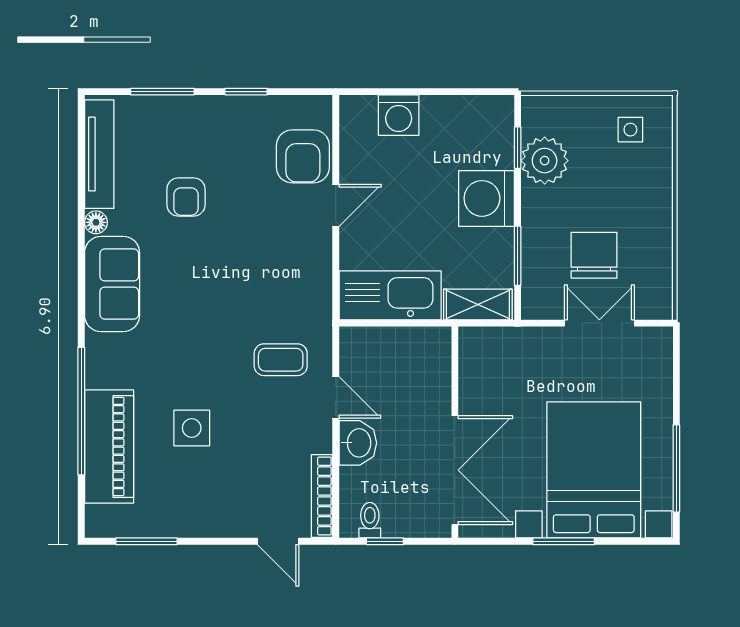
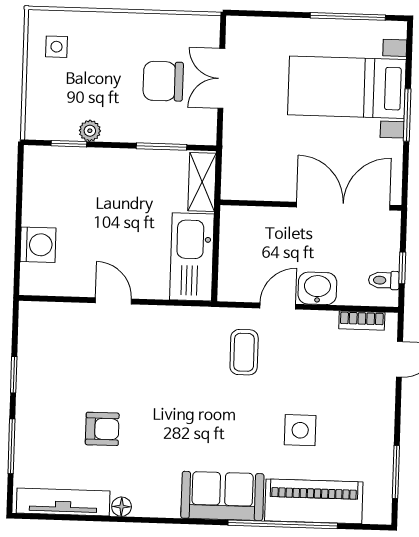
armchair: (303, 156) -> (71, 328), removed
plant: (545, 161) -> (90, 131), width x0.53, depth x0.53
washing machine: (486, 198) -> (112, 172), removed
sofa: (112, 284) -> (222, 496), moved
bed with nightstands: (594, 470) -> (347, 87), width x0.73
bookcase: (322, 496) -> (362, 321), width x0.64

